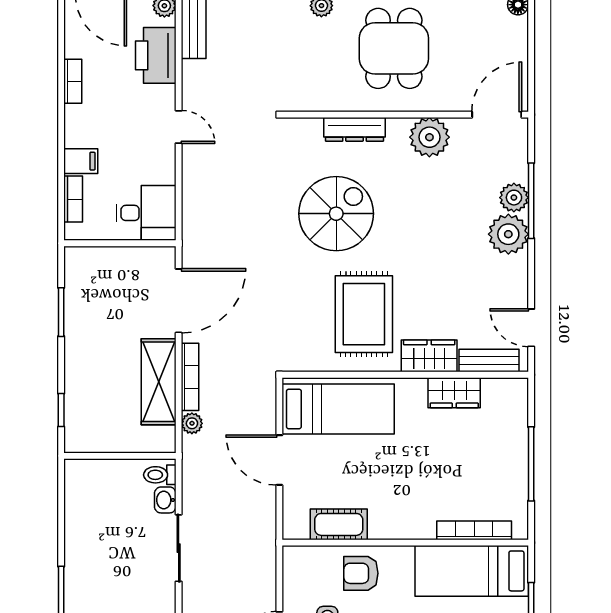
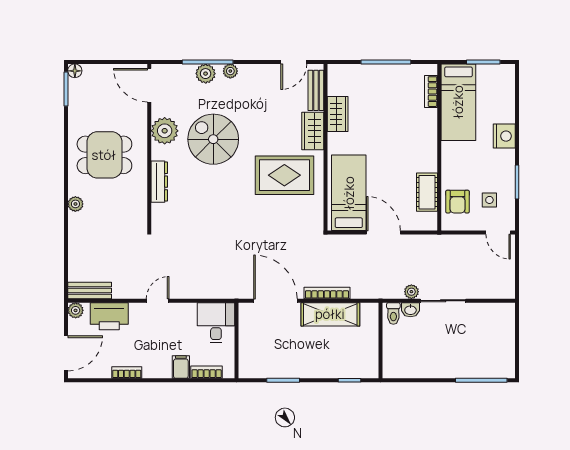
spiral stairs: (336, 214) -> (213, 139), moved
plant: (508, 234) -> (230, 71), width x0.53, depth x0.53
plant: (192, 423) -> (411, 292), moved
door: (279, 460) -> (383, 233), swing flipped
bookcase: (474, 530) -> (431, 92), width x0.64
armchair: (361, 573) -> (458, 202), moved

